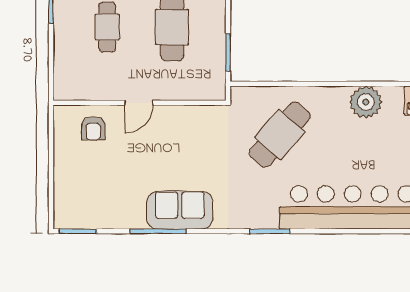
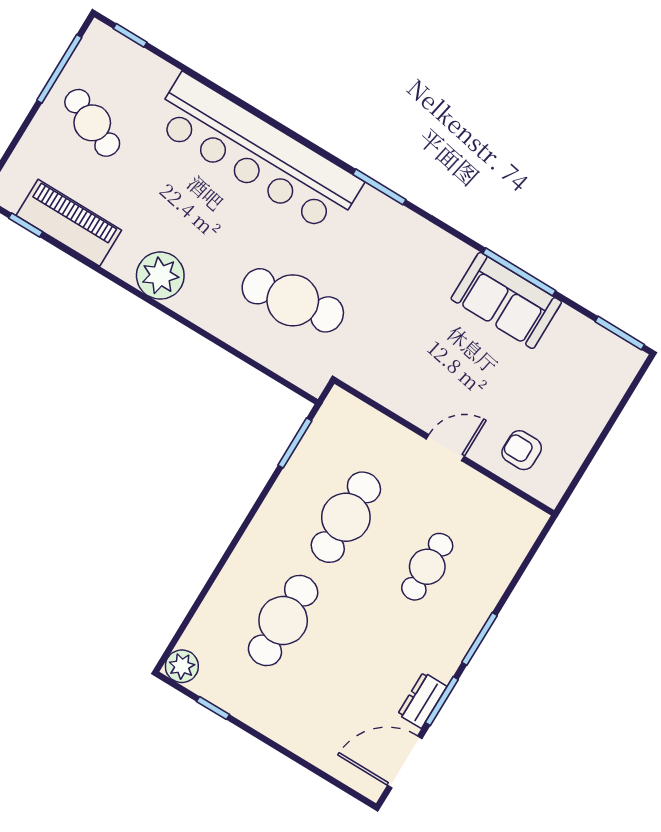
armchair: (93, 128) -> (522, 450), turned -90
cafe table: (280, 135) -> (293, 300), turned 40
sofa: (180, 210) -> (506, 300), moved

